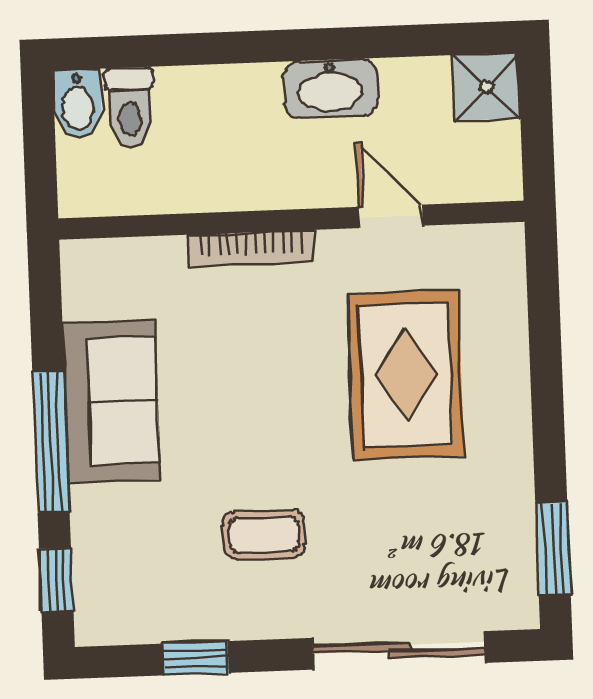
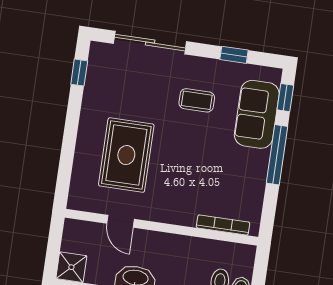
bookcase: (251, 248) -> (223, 225), moved
sofa: (111, 401) -> (257, 114), moved
window: (553, 549) -> (79, 73), width x0.67

